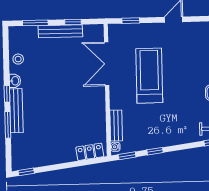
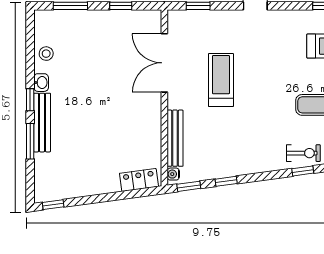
bench: (60, 31) -> (104, 18), removed
treadmill: (149, 76) -> (221, 80), width x0.73, depth x0.73
bench: (116, 126) -> (175, 138), width x1.36

